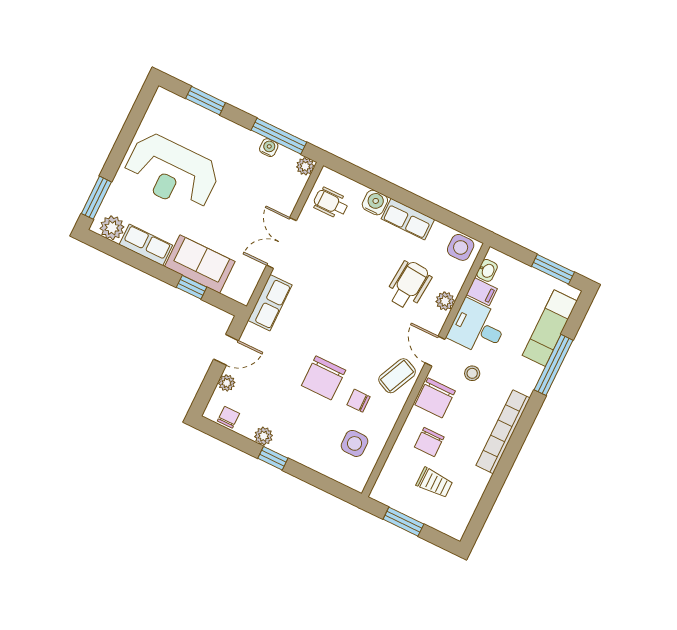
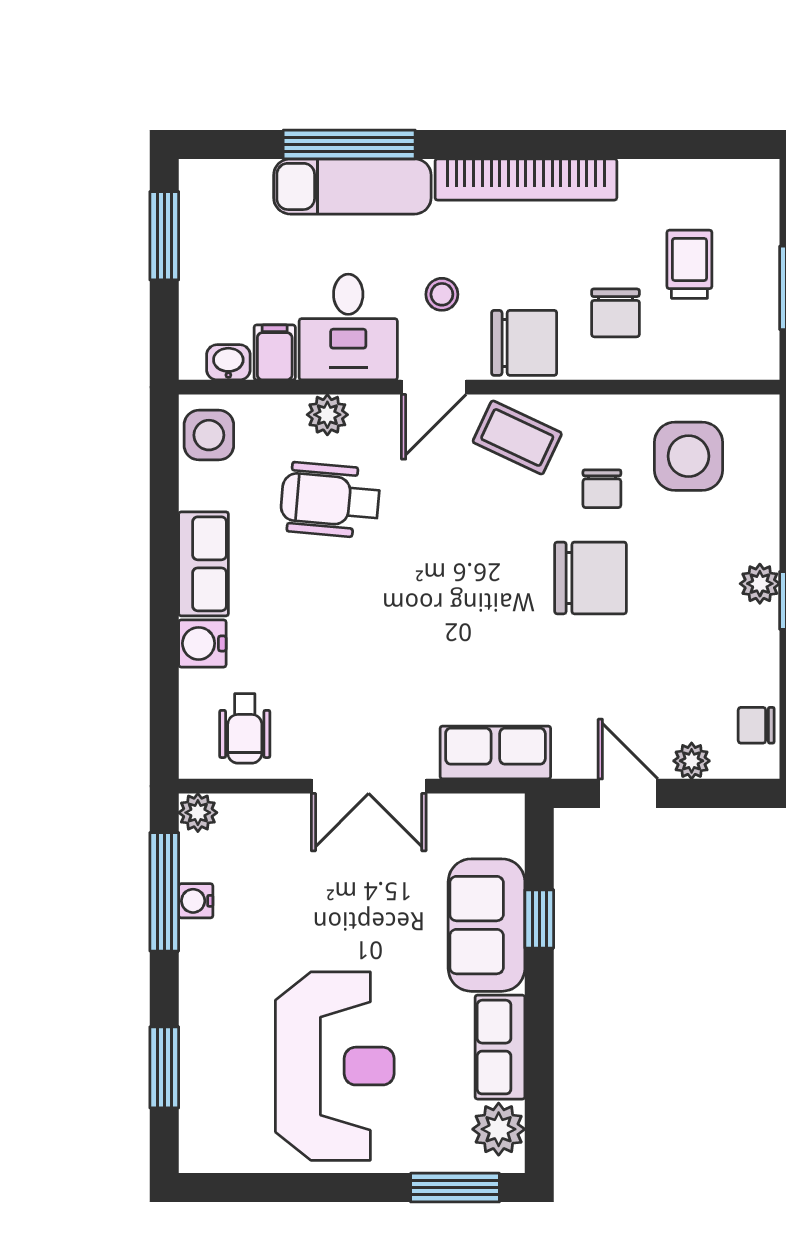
exam couch: (550, 328) -> (352, 186), moved
plant: (264, 436) -> (760, 584), moved
chair: (429, 442) -> (615, 313), turned 90
side table: (355, 443) -> (688, 456), width x1.37, depth x1.37

